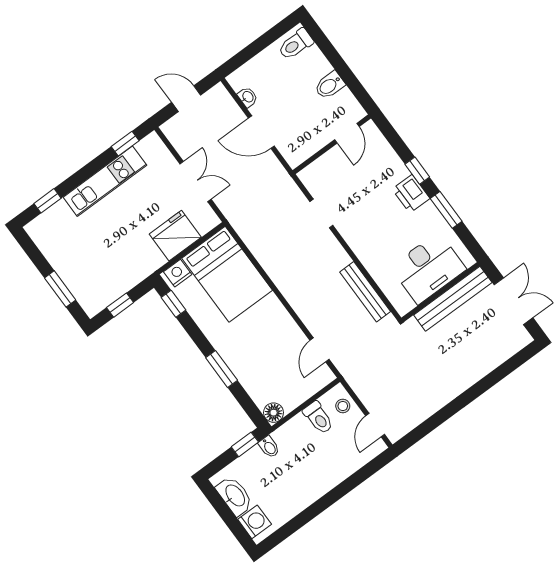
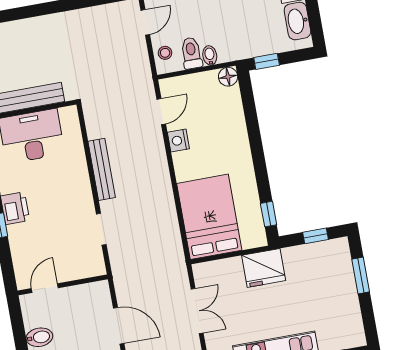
double door: (195, 182) -> (197, 311), swing flipped
fridge: (175, 236) -> (264, 268), moved
nightstand: (178, 273) -> (178, 140), moved, turned 90
bench: (365, 292) -> (102, 169), moved
window: (222, 369) -> (255, 137), removed
bidet: (269, 447) -> (210, 55), moved

